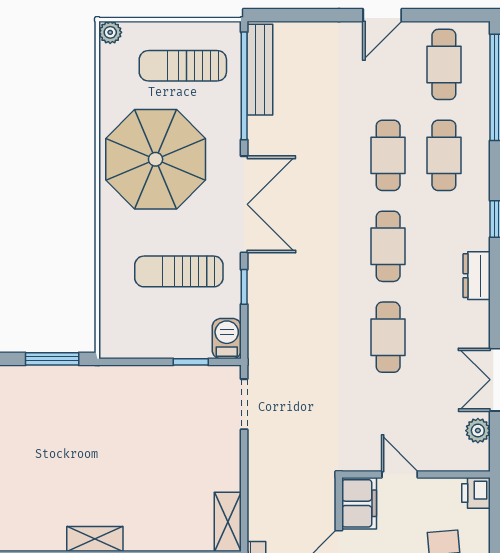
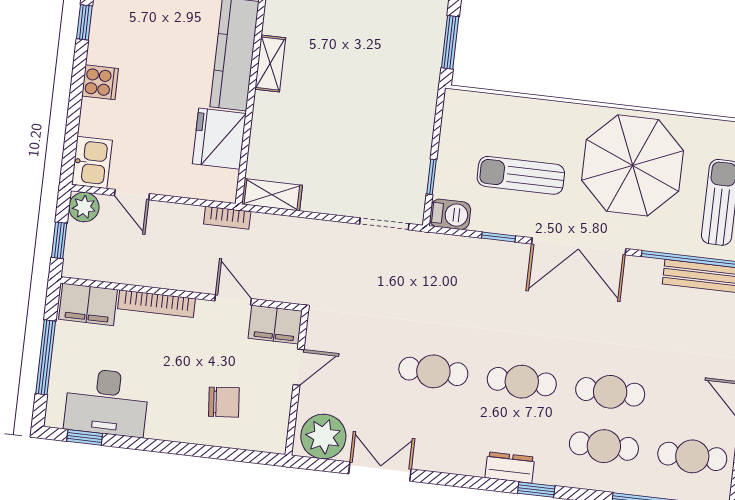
sun lounger: (179, 271) -> (521, 175), turned -90
dresser: (477, 276) -> (510, 467), moved
plant: (478, 431) -> (323, 437), width x1.87, depth x1.87
printer: (476, 493) -> (272, 439), removed

